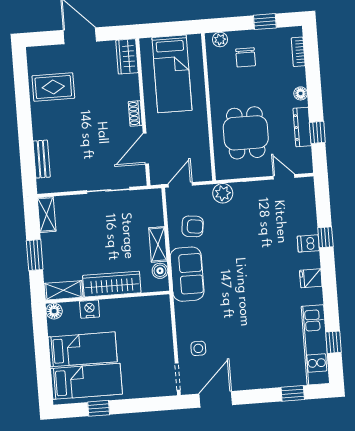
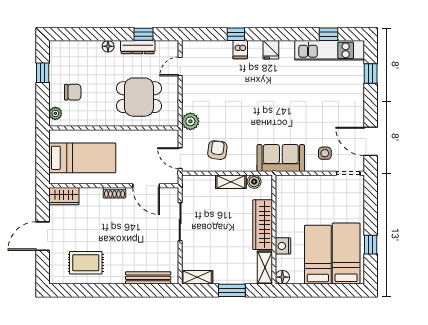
bookcase: (298, 52) -> (71, 46), removed
rug: (53, 87) -> (86, 263), turned 90
bench: (42, 159) -> (148, 278), width x1.36
sofa: (187, 274) -> (281, 158), moved

